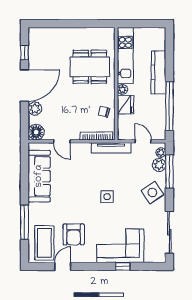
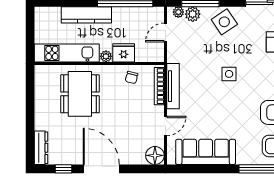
dresser: (43, 33) -> (41, 148), added
plant: (35, 109) -> (128, 157), removed
tv unit: (111, 148) -> (173, 86), moved

